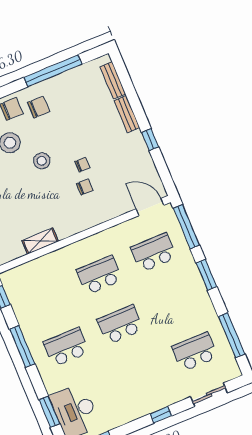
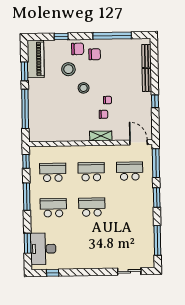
shelving: (40, 241) -> (101, 136), moved
school desk: (195, 352) -> (53, 172), moved
window: (161, 415) -> (95, 272), removed

